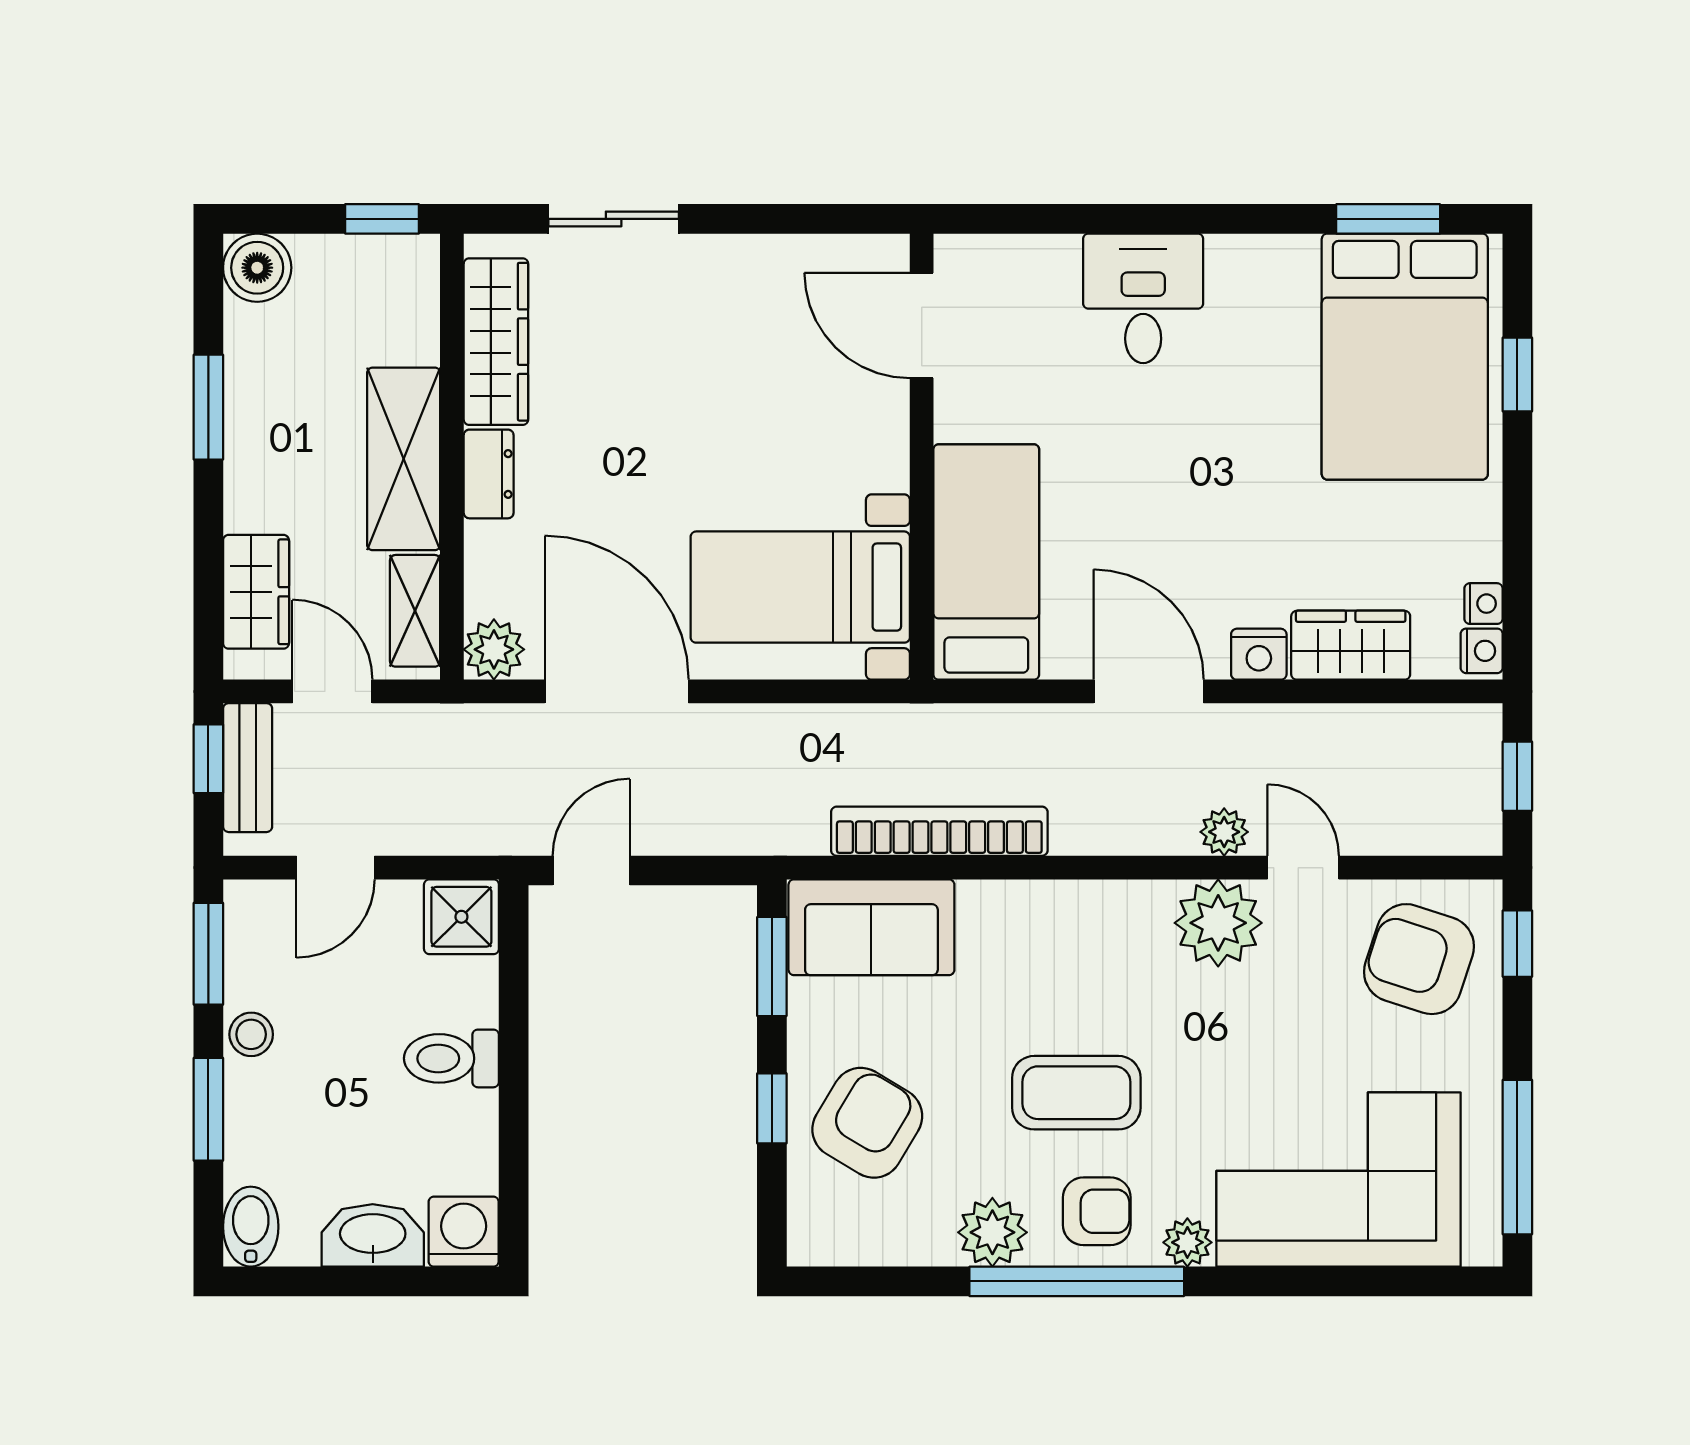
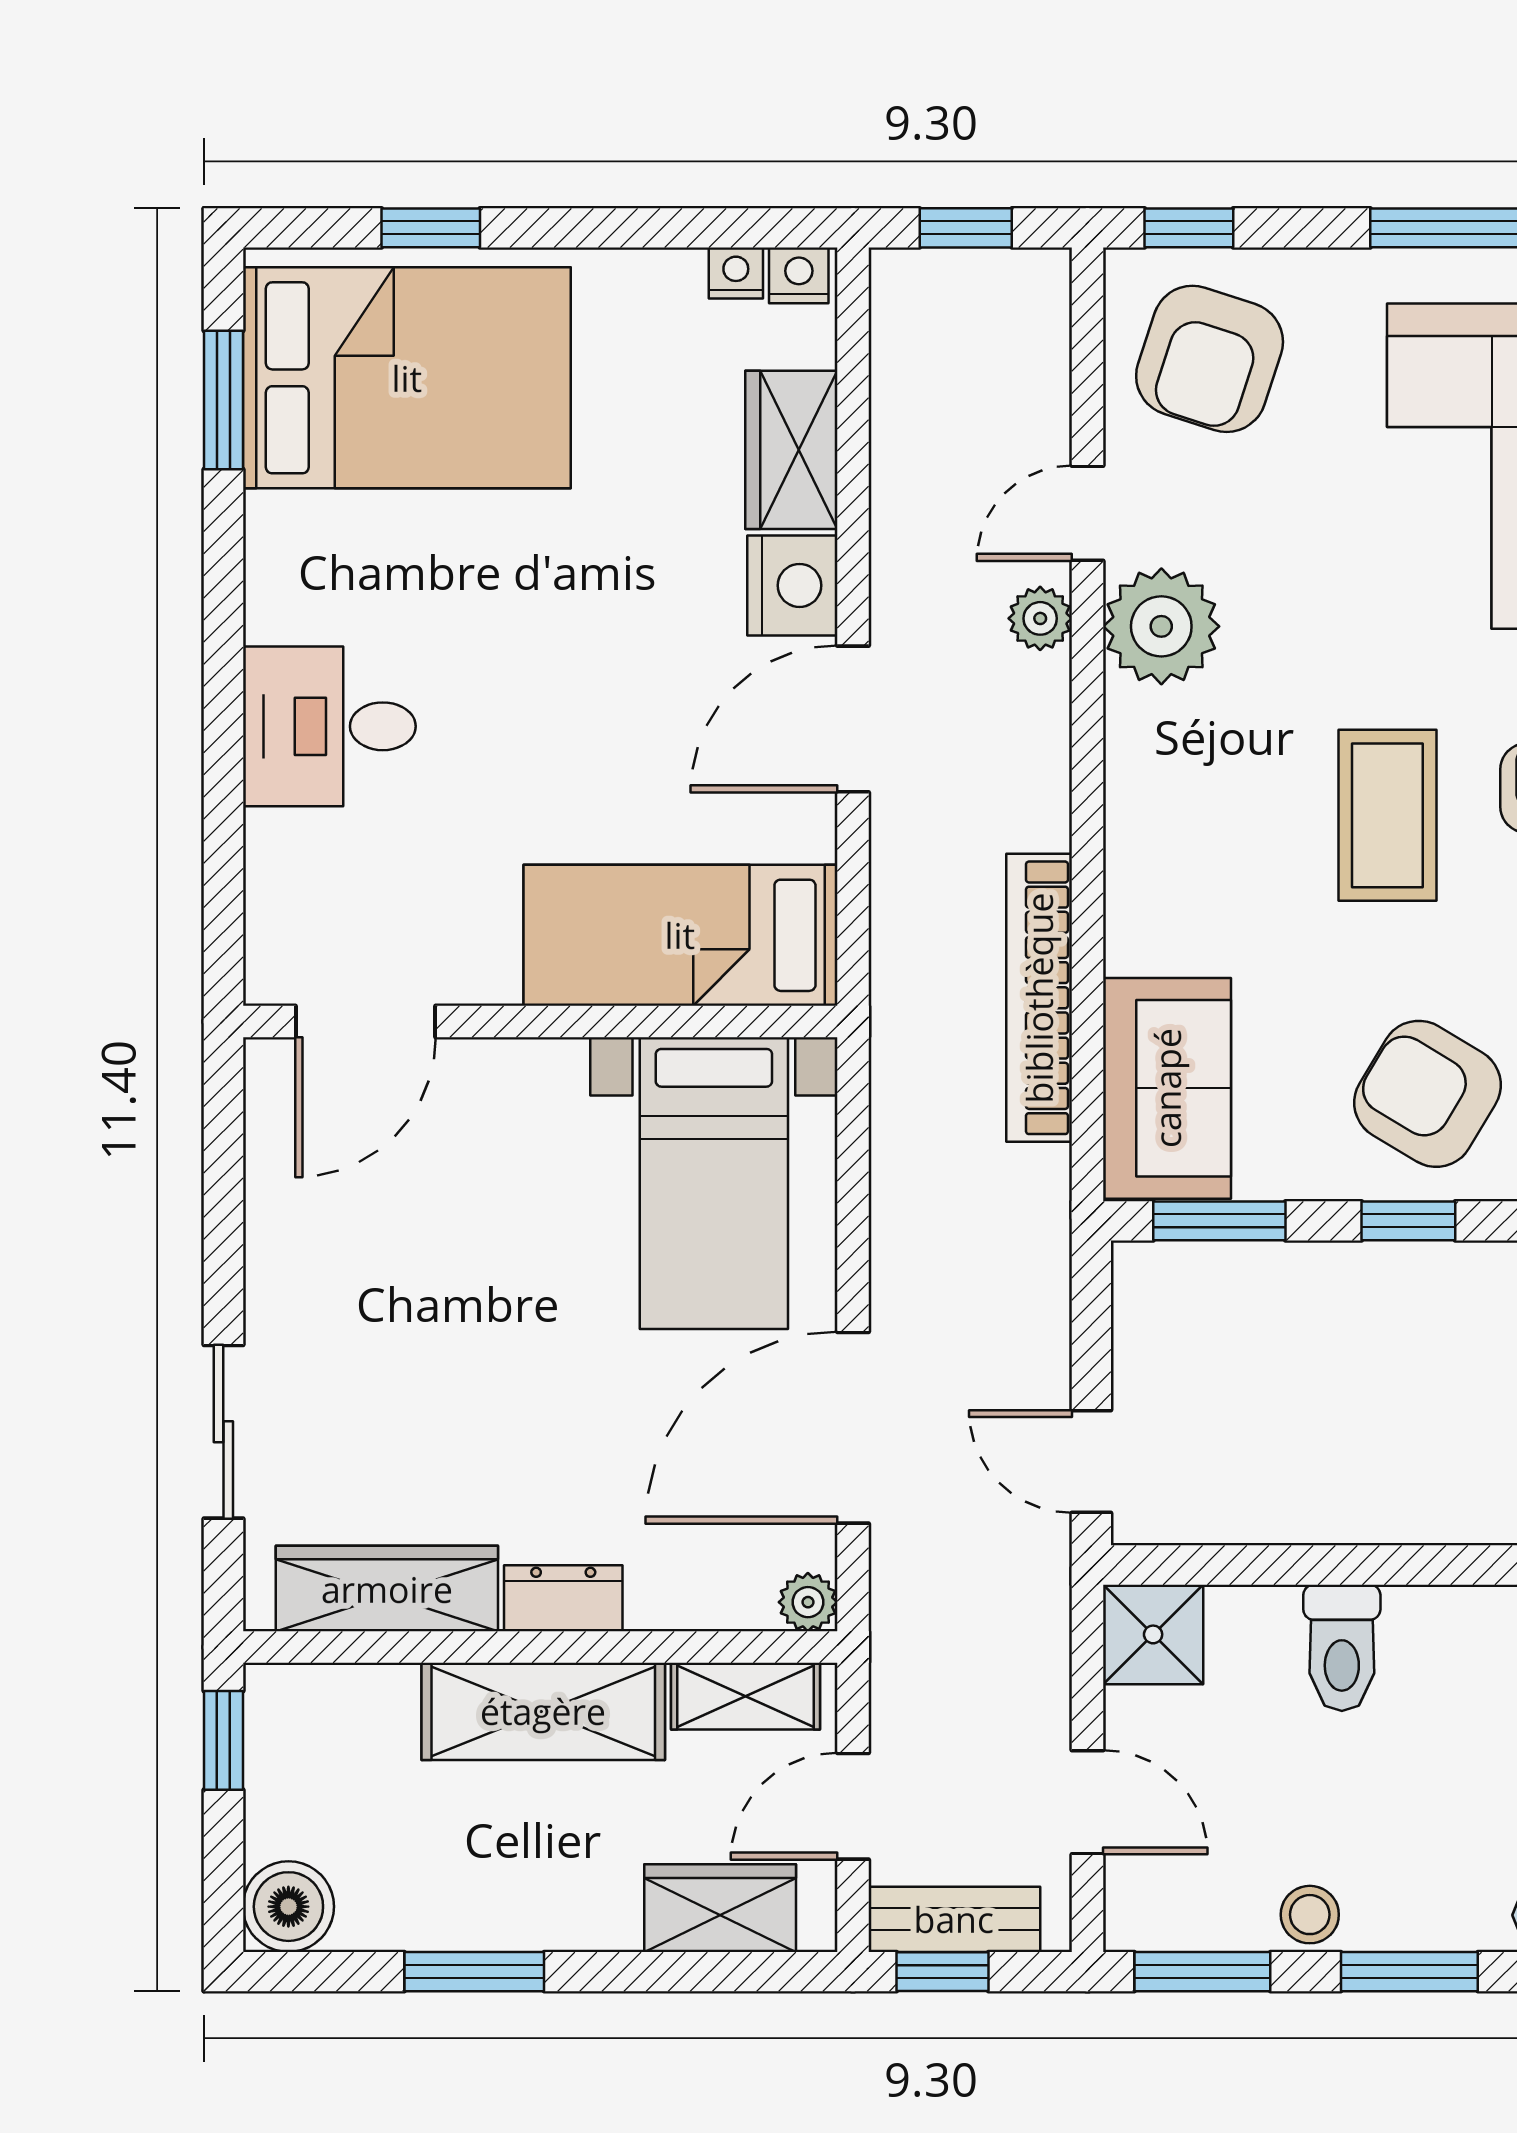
plant: (494, 649) -> (808, 1602), width x0.73, depth x0.73
nightstand: (1259, 654) -> (792, 585), width x1.36, depth x1.33

